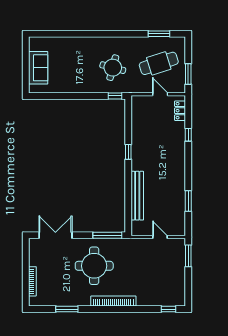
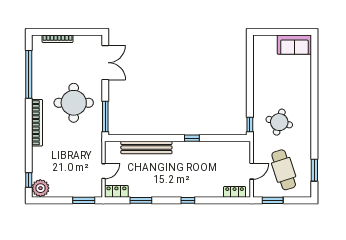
sofa: (38, 68) -> (294, 45), moved
window: (188, 135) -> (188, 200), moved
locker: (180, 225) -> (116, 191), added
plant: (176, 298) -> (40, 188), added
window: (67, 309) -> (29, 74), width x2.11

